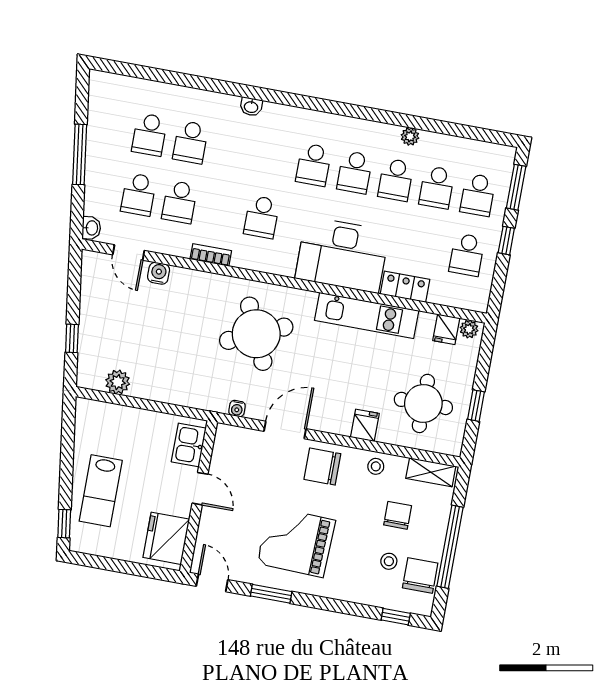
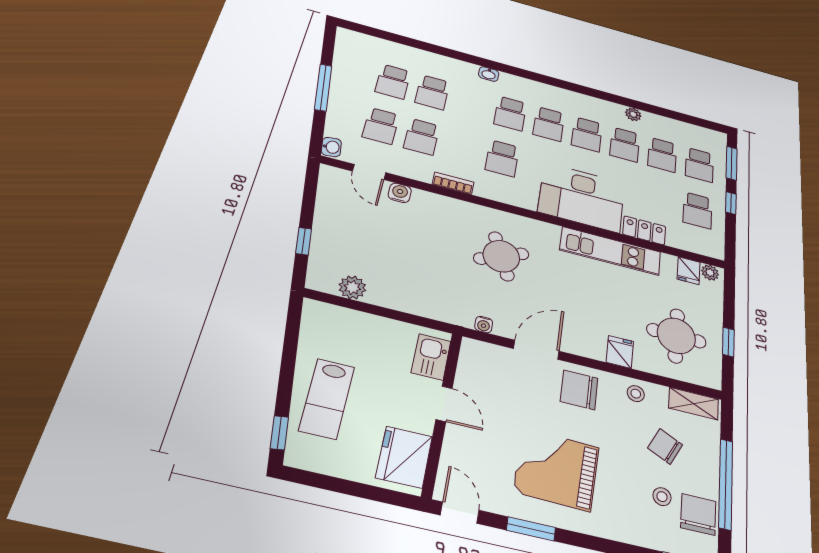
school desk: (273, 157) -> (510, 113), added
round table: (256, 334) -> (501, 256), width x0.73, depth x0.73
chair: (398, 515) -> (665, 446), turned -64

